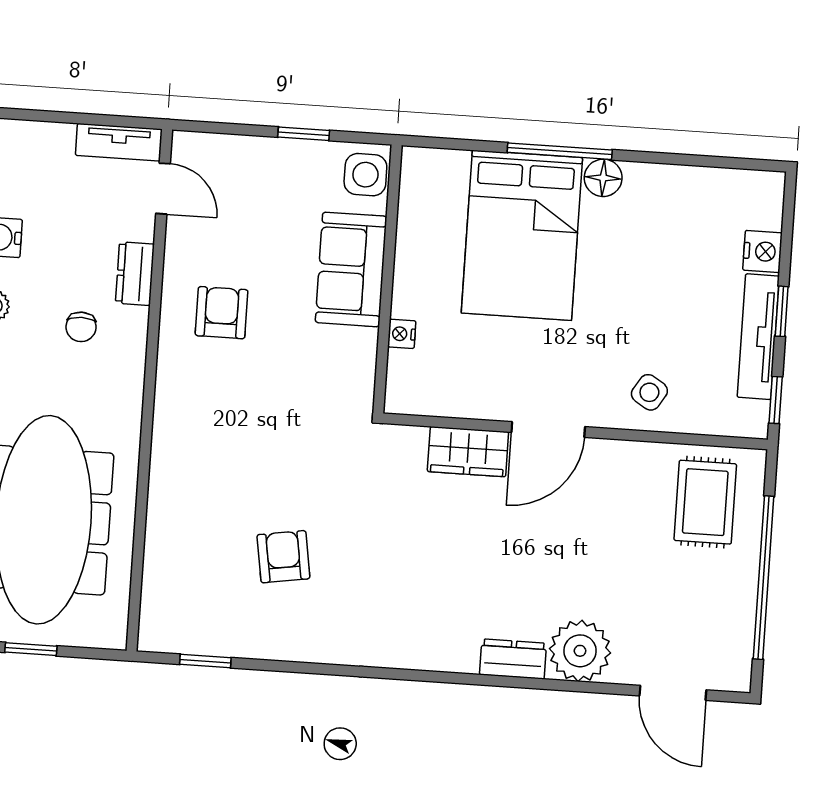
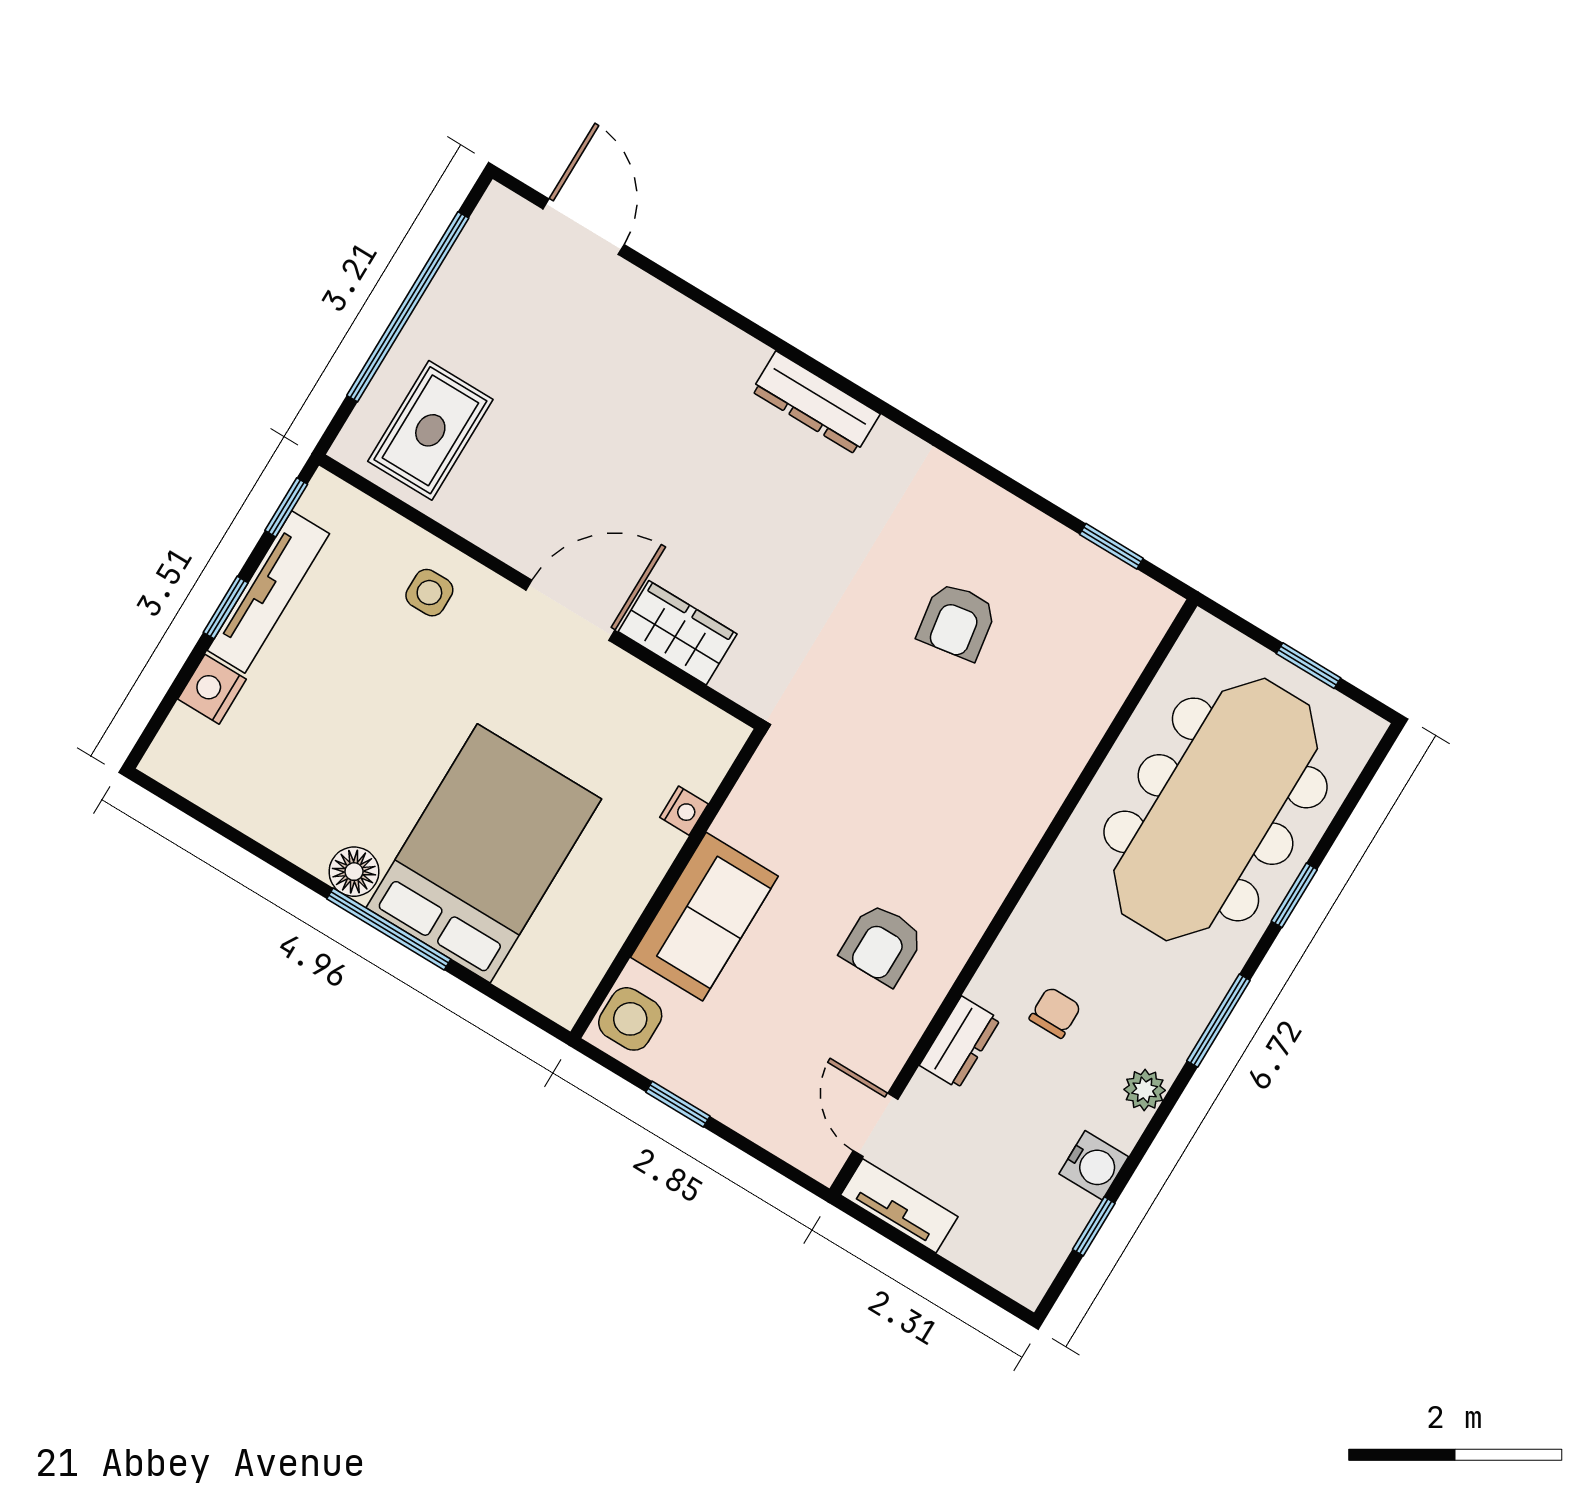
side table: (649, 392) -> (429, 593), turned -32
plant: (580, 651) -> (667, 332), removed
dresser: (513, 659) -> (816, 403), moved, width x1.44

